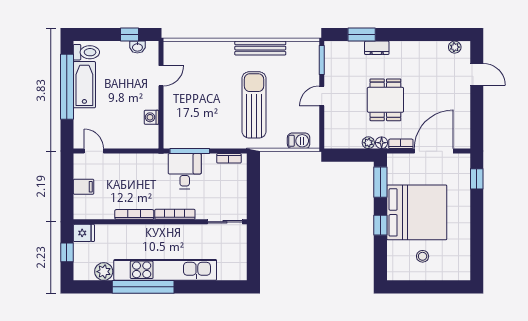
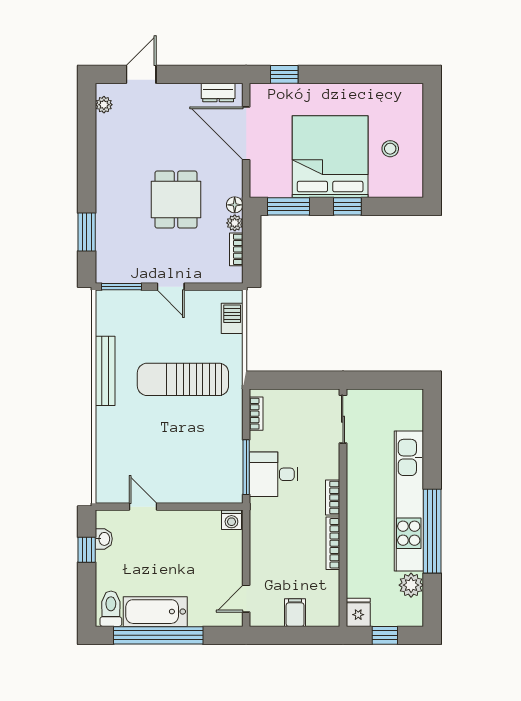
dresser: (377, 48) -> (218, 93), moved, turned 90
dining table: (385, 100) -> (176, 199), turned 90
washing machine: (151, 117) -> (231, 520), moved
bookcase: (401, 144) -> (236, 249), moved
bookcase: (175, 214) -> (333, 498), width x0.64

